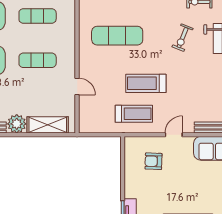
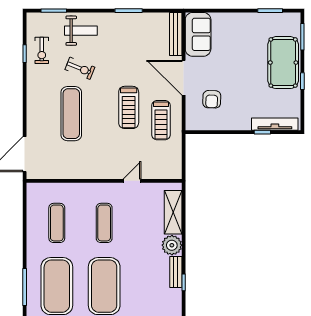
exercise mat: (117, 36) -> (71, 114), moved
treadmill: (134, 114) -> (161, 120), turned 180
door: (174, 135) -> (184, 78), width x1.88

